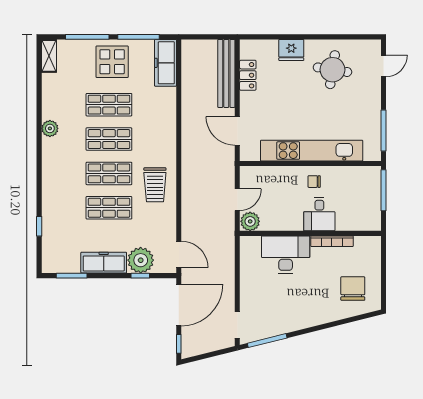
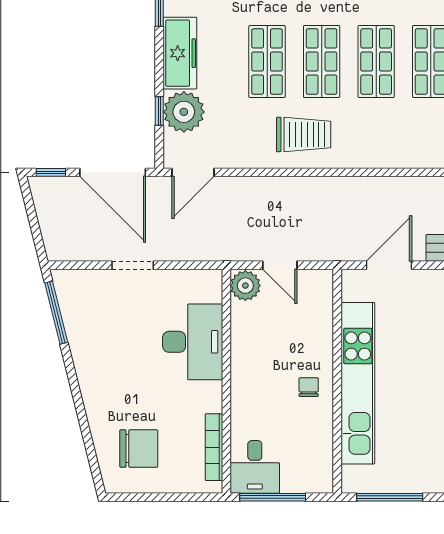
trolley: (155, 185) -> (304, 135), turned 180
window: (383, 190) -> (273, 497), moved
desk: (319, 214) -> (255, 467), moved, turned -90
bookcase: (332, 241) -> (214, 447), moved
doorway: (237, 325) -> (133, 265), moved

